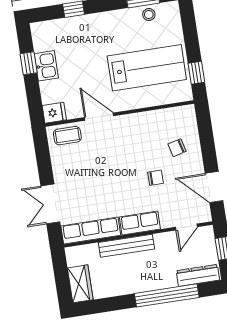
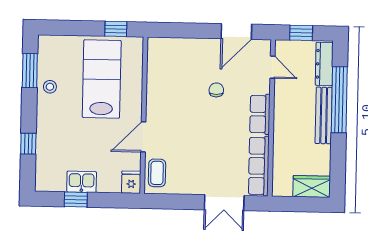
stool: (149, 14) -> (50, 87), moved
chair: (177, 148) -> (189, 62), removed
bench: (126, 246) -> (324, 115), moved

